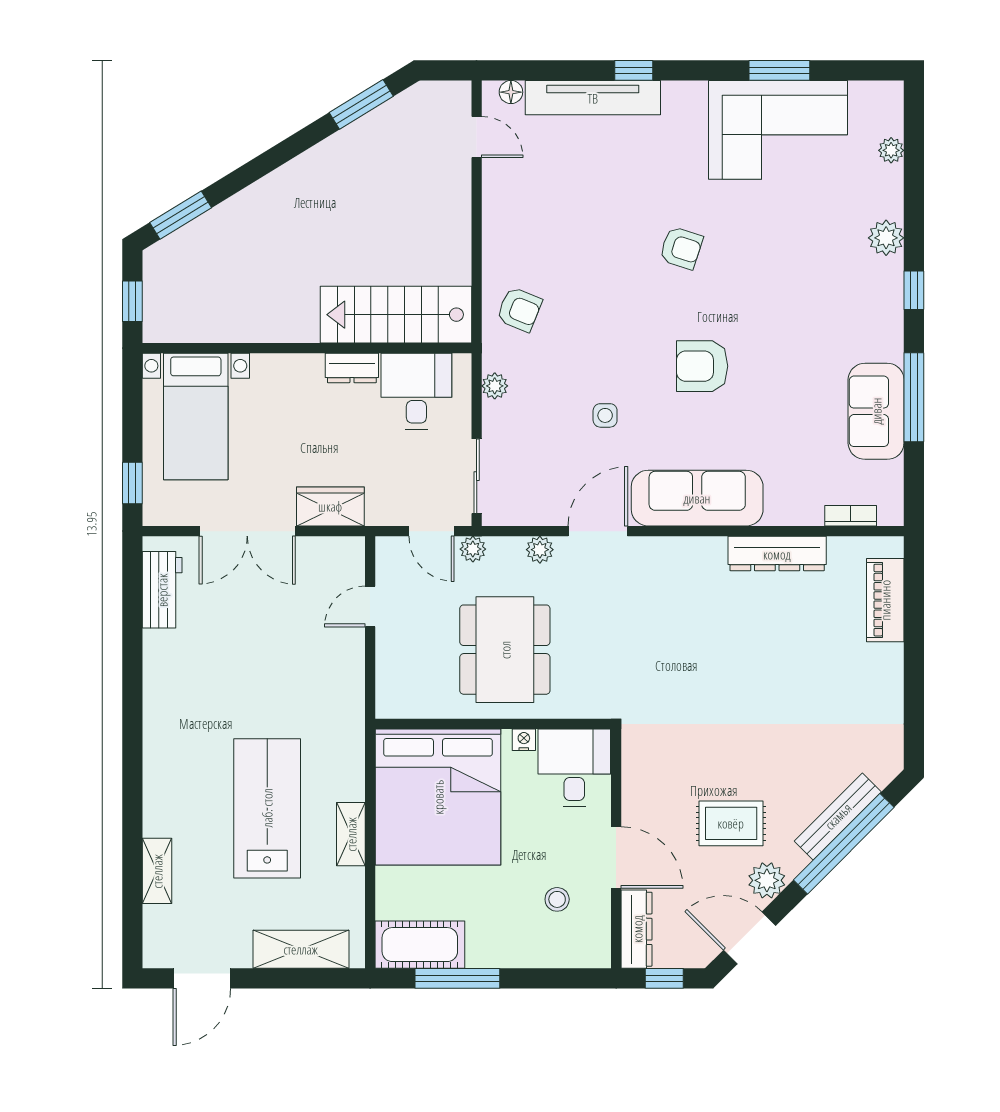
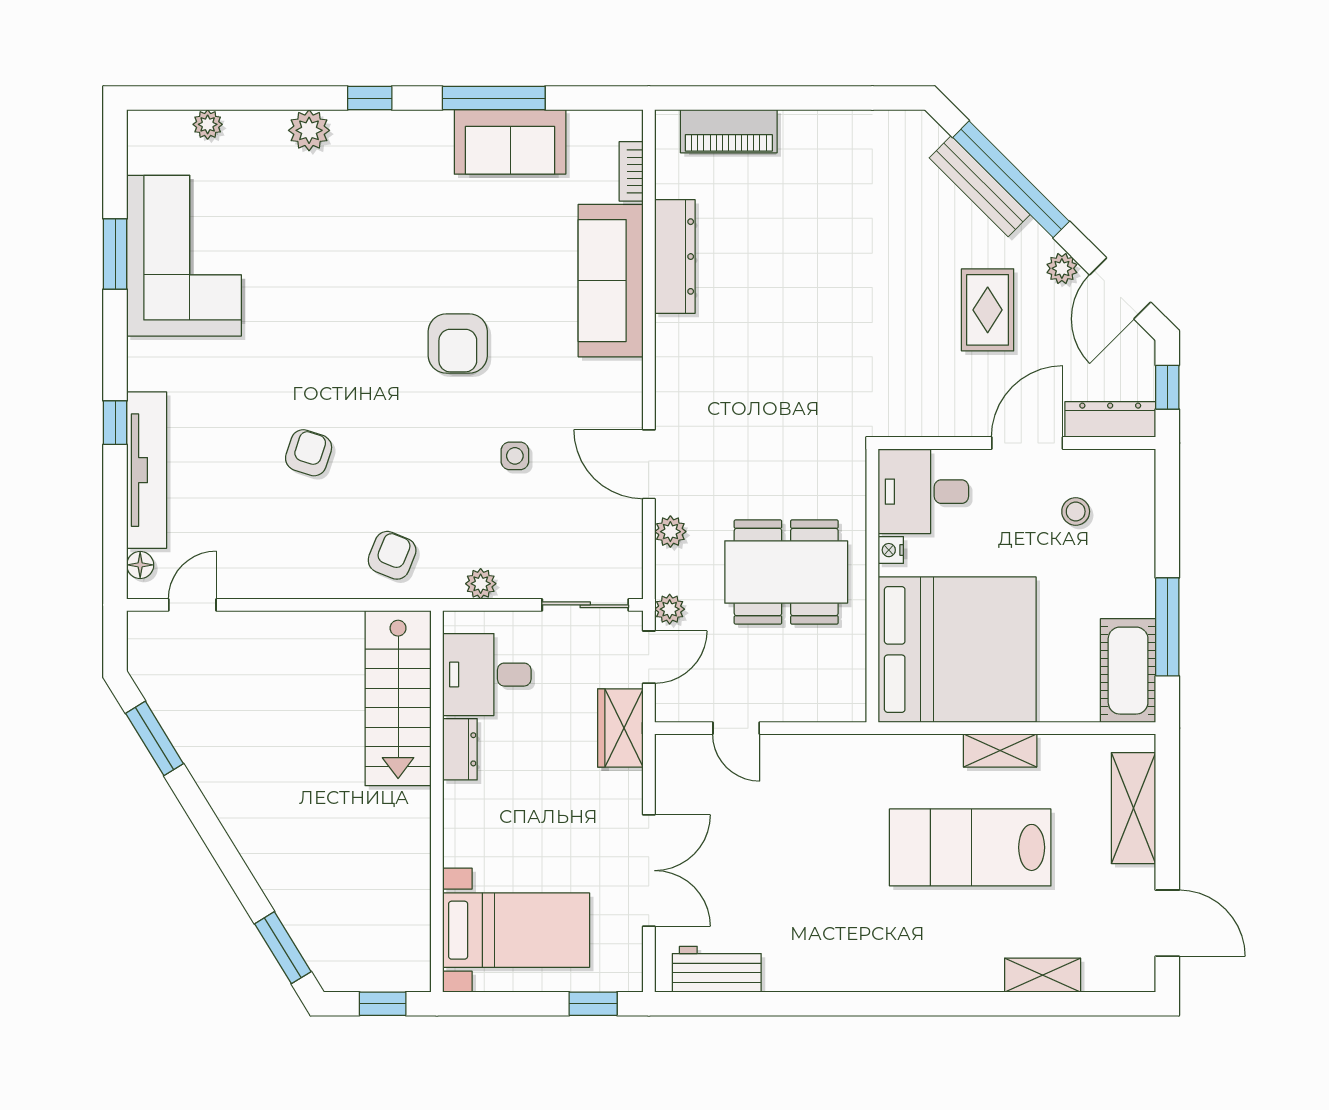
armchair: (681, 248) -> (309, 453), moved
sofa: (697, 498) -> (611, 281), moved
wardrobe: (330, 506) -> (620, 728), moved
plant: (767, 880) -> (1062, 268), width x0.73, depth x0.73

